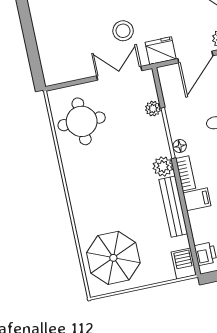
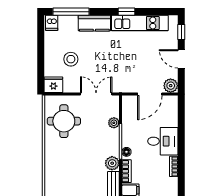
stool: (123, 31) -> (71, 59), moved
fridge: (161, 51) -> (53, 85), moved

